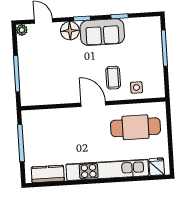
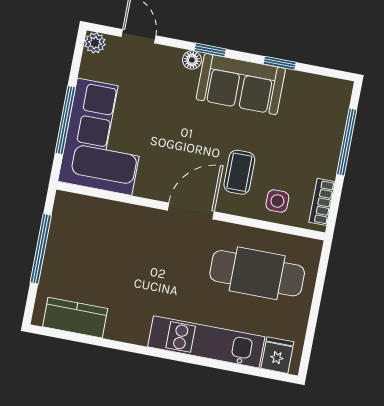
floor lamp: (70, 31) -> (192, 60), width x0.53, depth x0.53
corner sofa: (39, 77) -> (105, 137), added
bookcase: (160, 82) -> (322, 202), added
door: (93, 104) -> (191, 211), hinge flipped
kitchen unit: (107, 170) -> (206, 342), width x0.73

